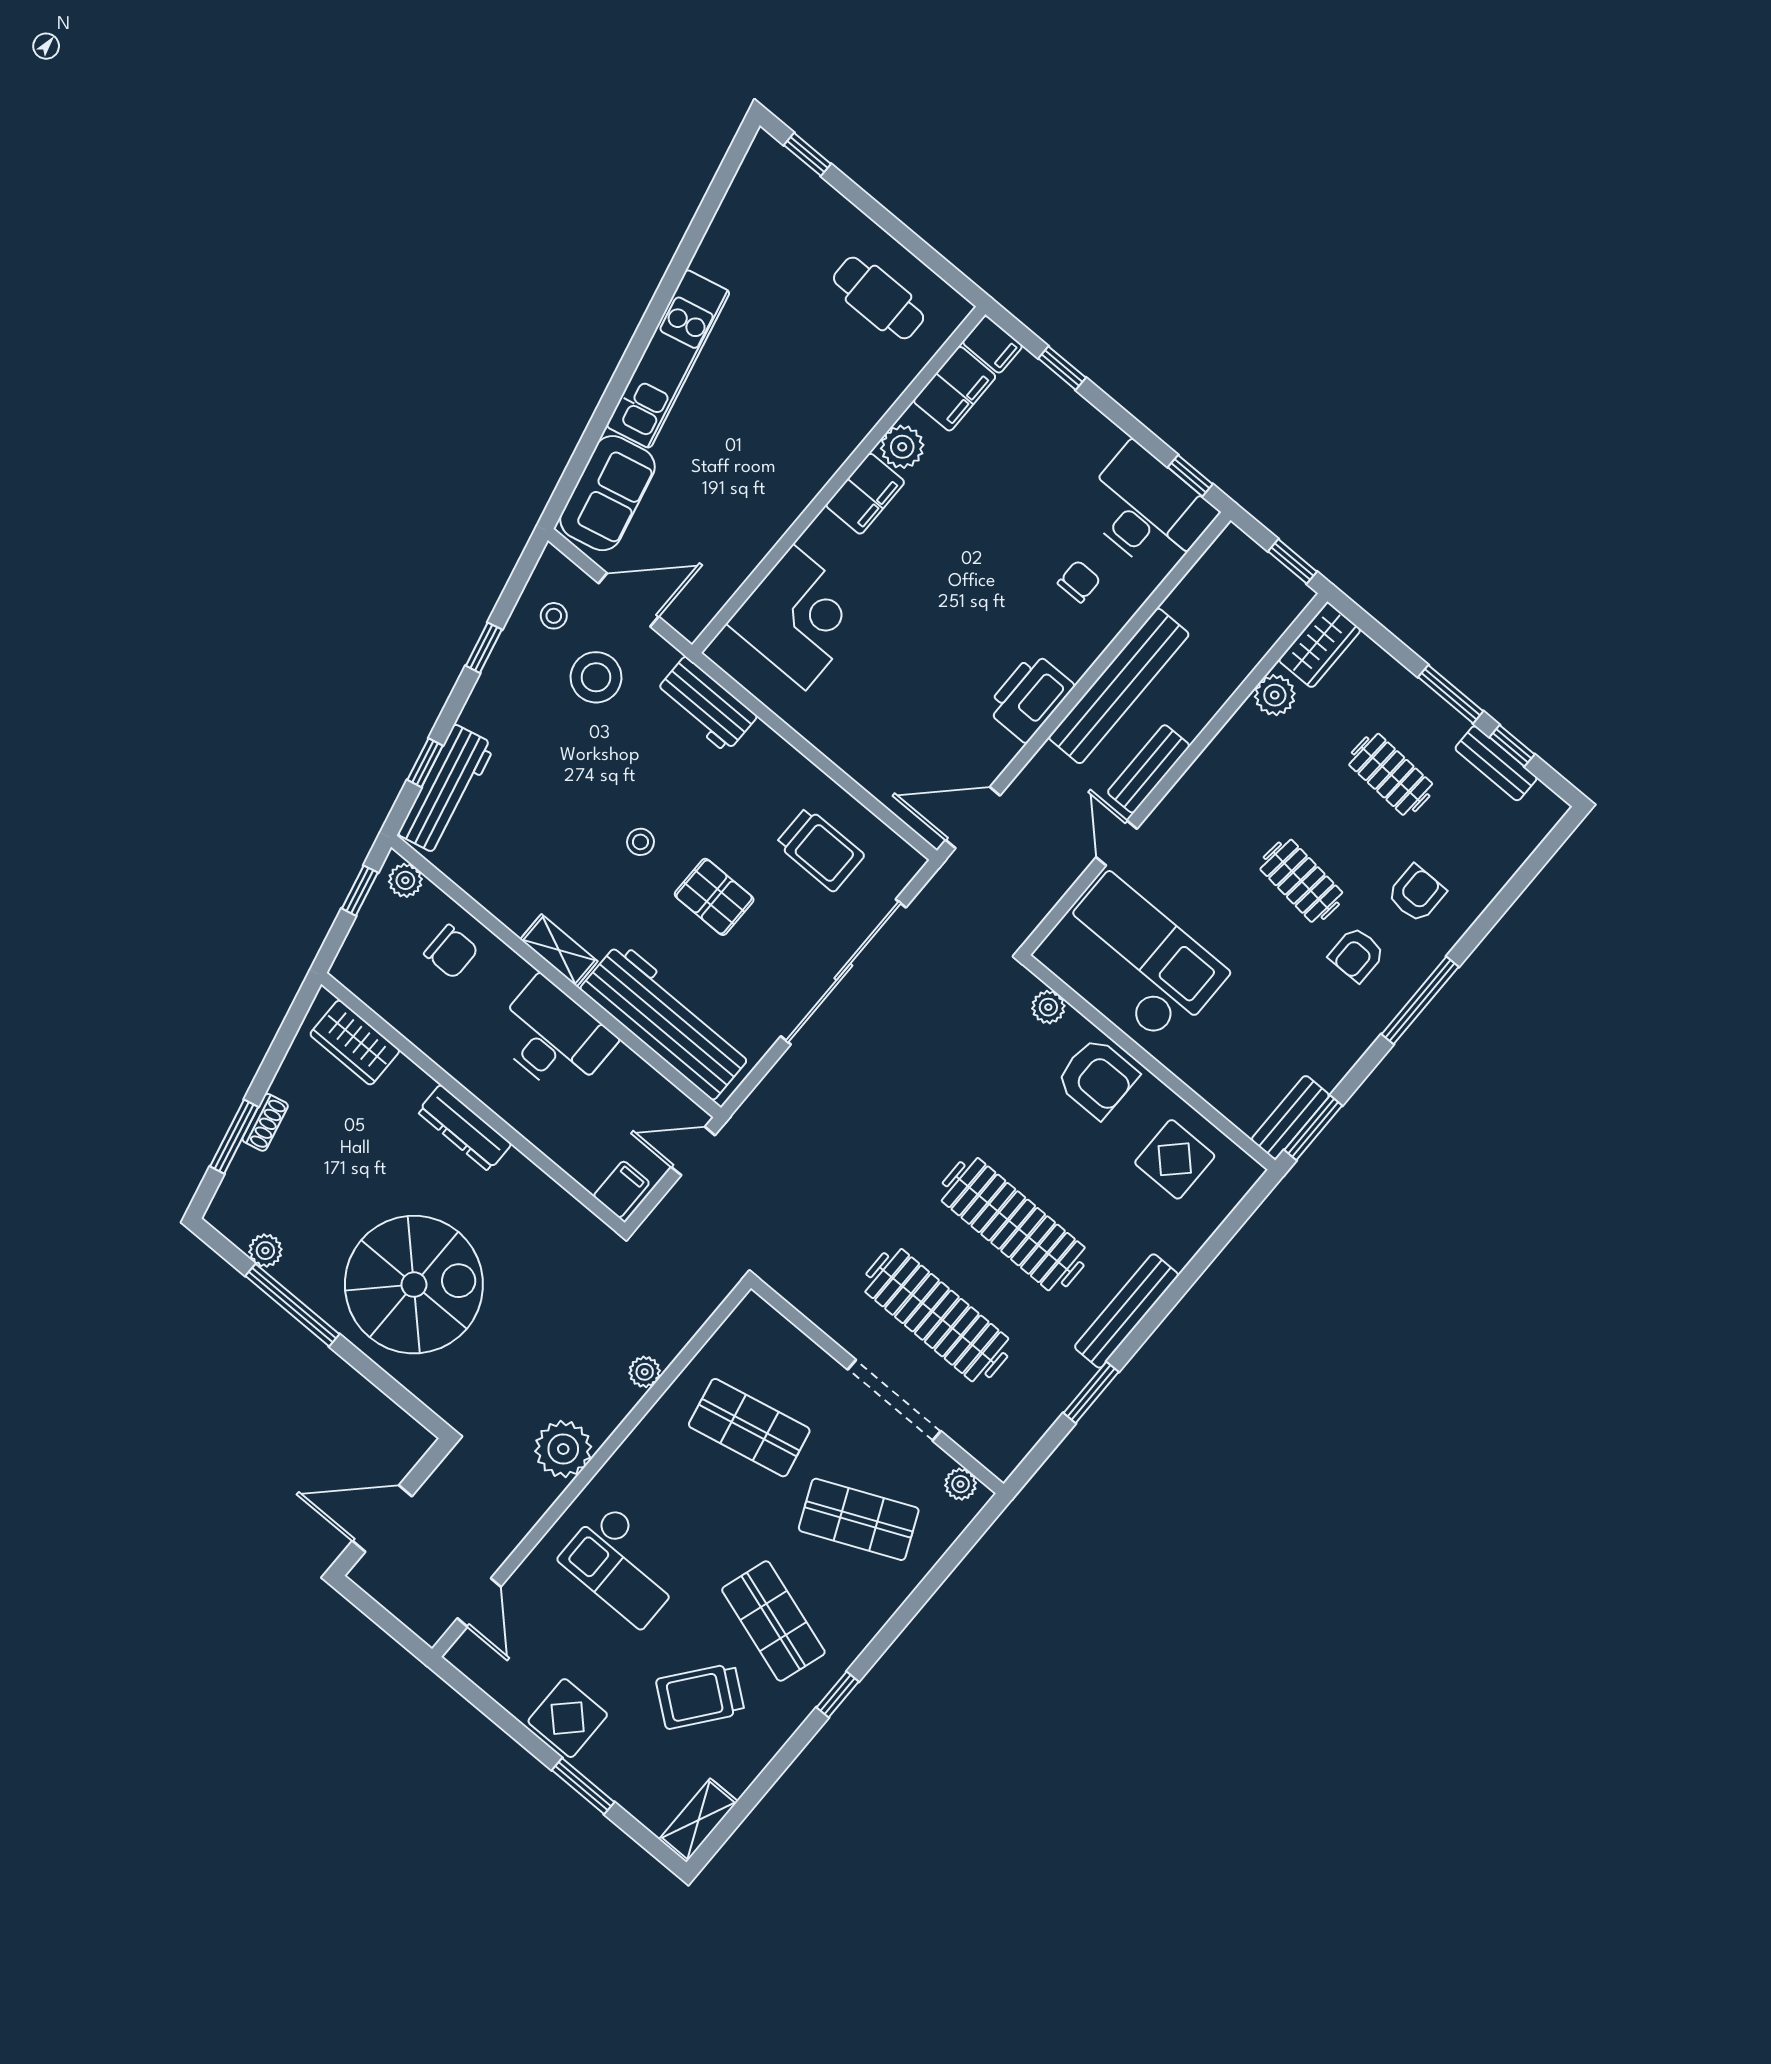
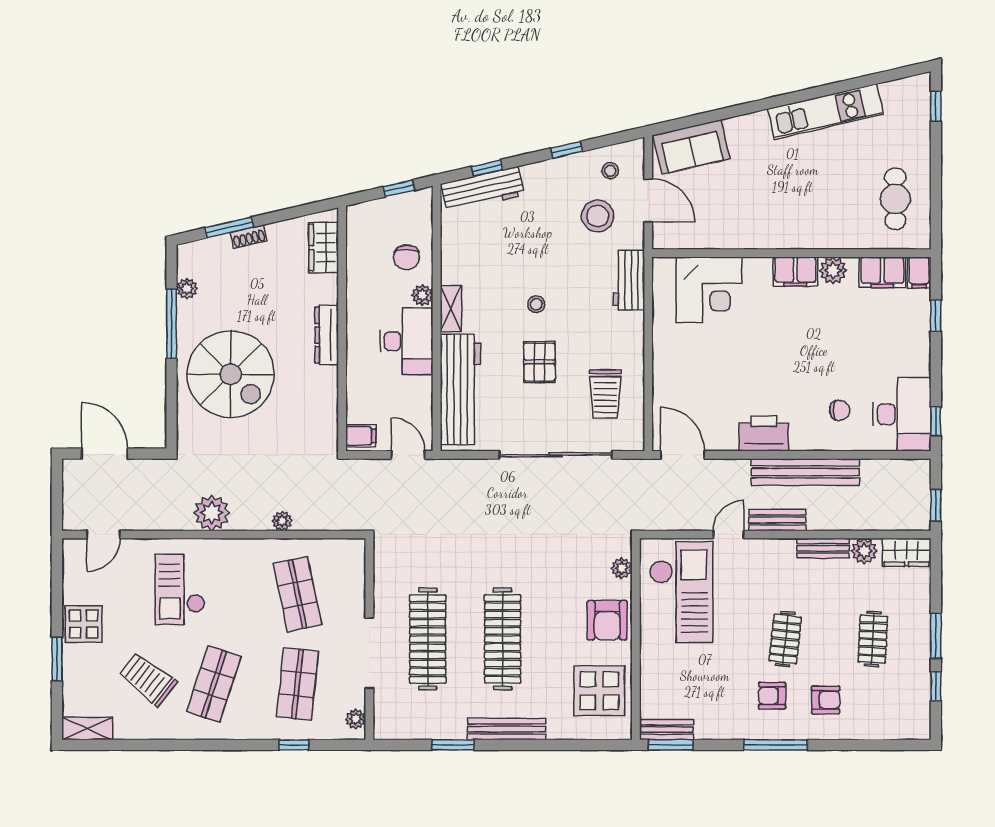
kitchen unit: (668, 359) -> (825, 112), moved
bench: (1496, 763) -> (823, 548), moved, turned 90
plant: (405, 880) -> (422, 295), moved
display table: (1175, 1159) -> (599, 691), width x1.36, depth x1.36
shop shelf: (859, 1519) -> (297, 684), turned 30
window: (838, 1695) -> (294, 745), moved

